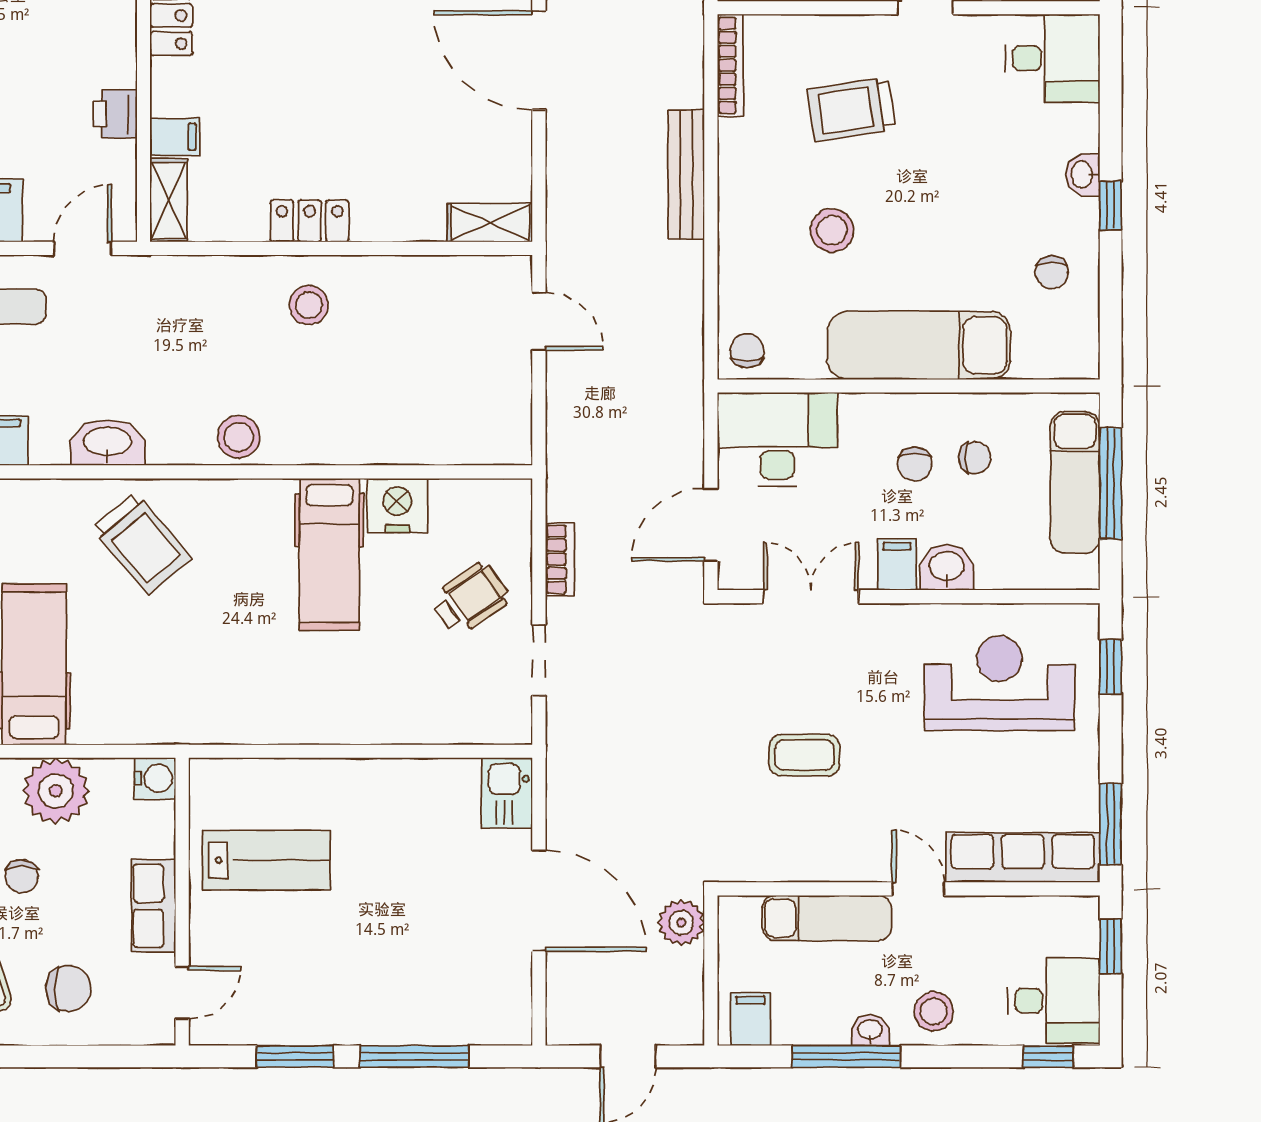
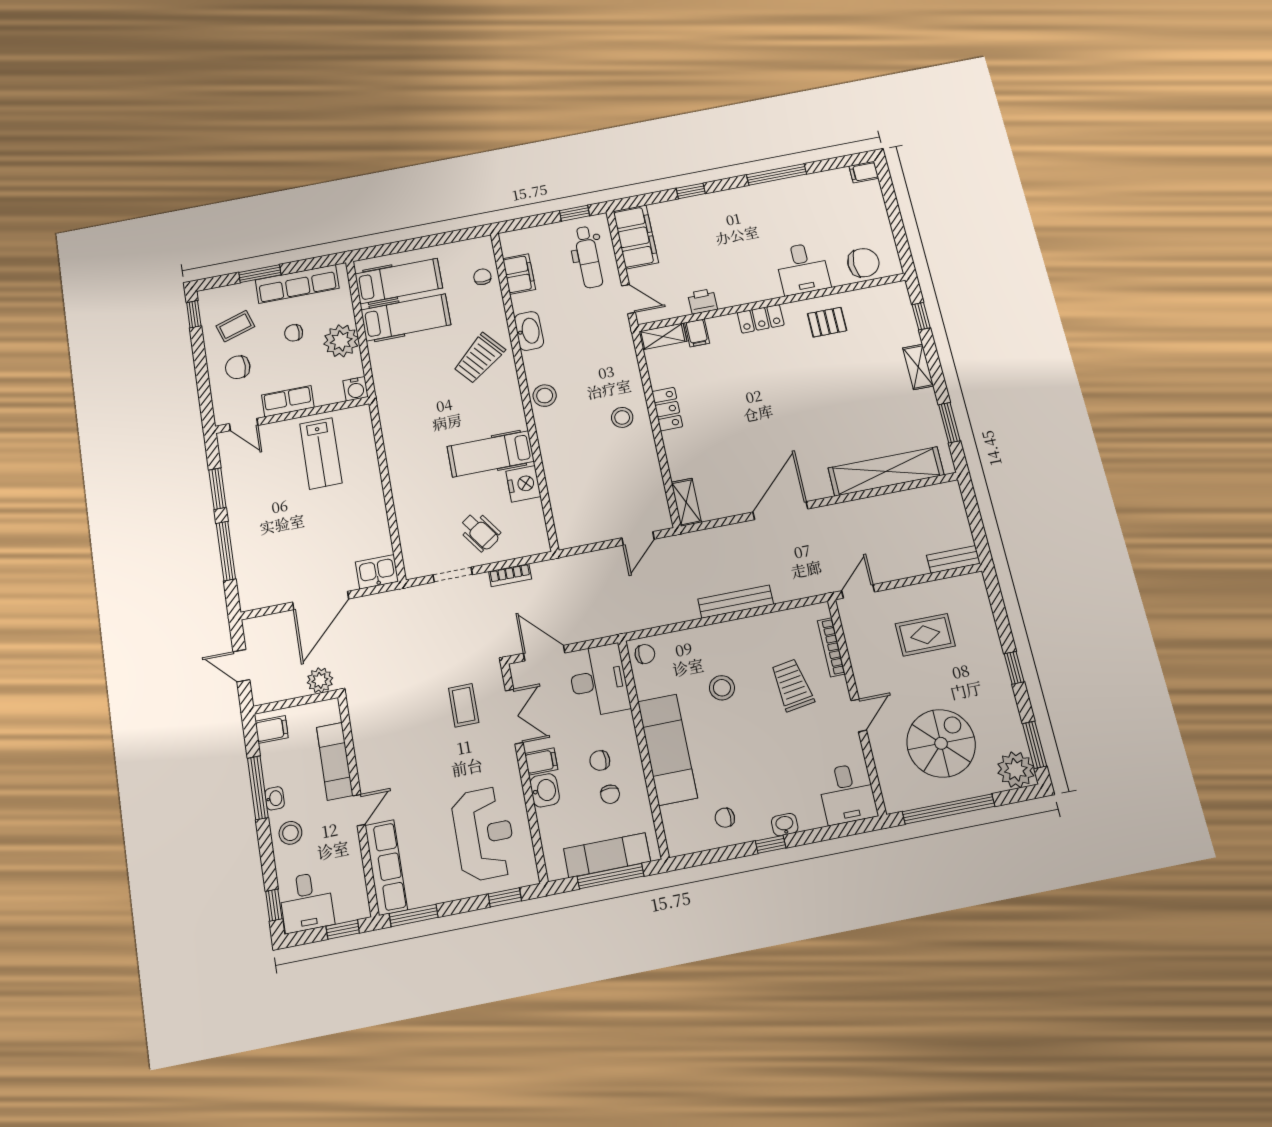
bookcase: (730, 65) -> (831, 647), moved, turned 90
coffee table: (805, 755) -> (464, 705), moved
chair: (68, 989) -> (238, 367), turned 90

